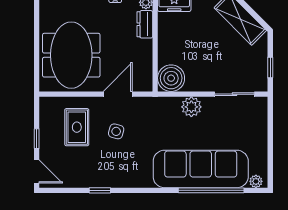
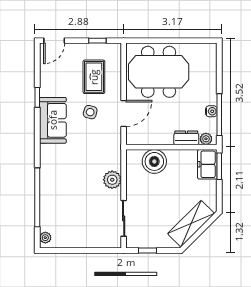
boiler: (171, 78) -> (154, 161), moved
door: (118, 94) -> (124, 113), hinge flipped
rug: (77, 127) -> (94, 77), turned 90
window: (37, 139) -> (97, 41), moved
sofa: (201, 169) -> (53, 120), moved, width x0.54, depth x0.79

